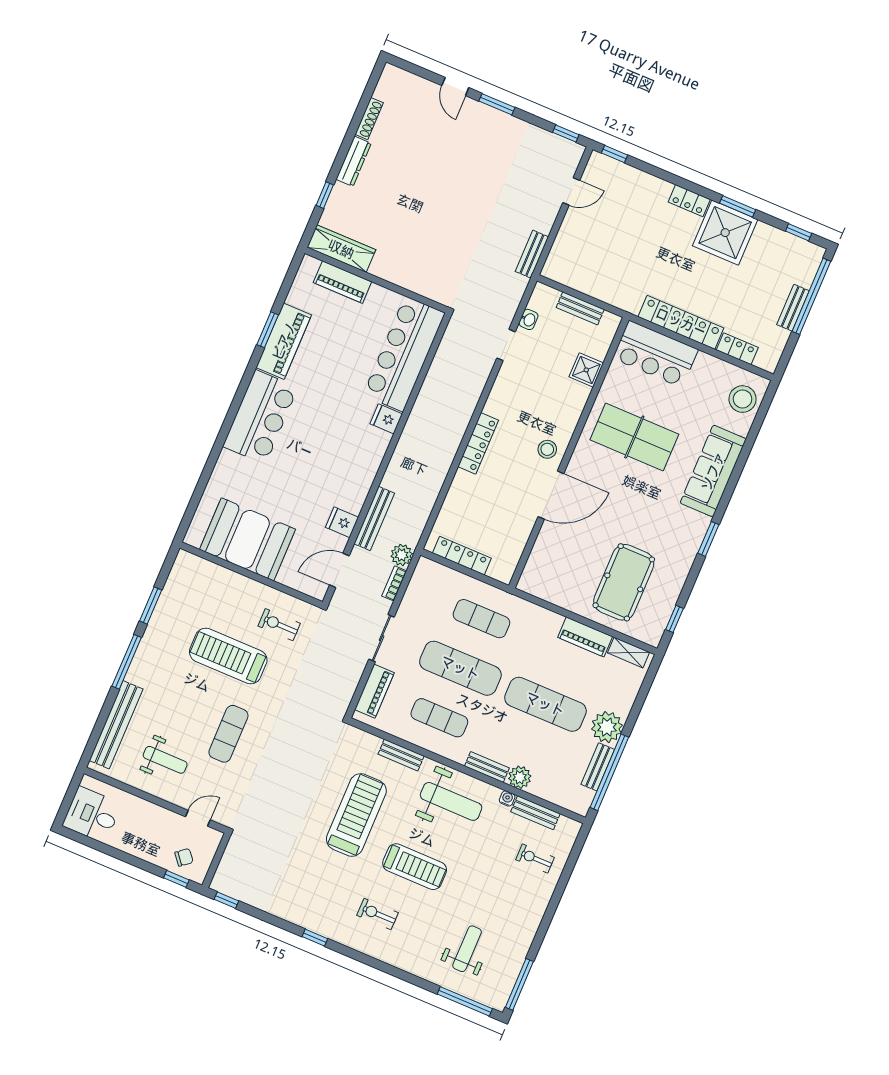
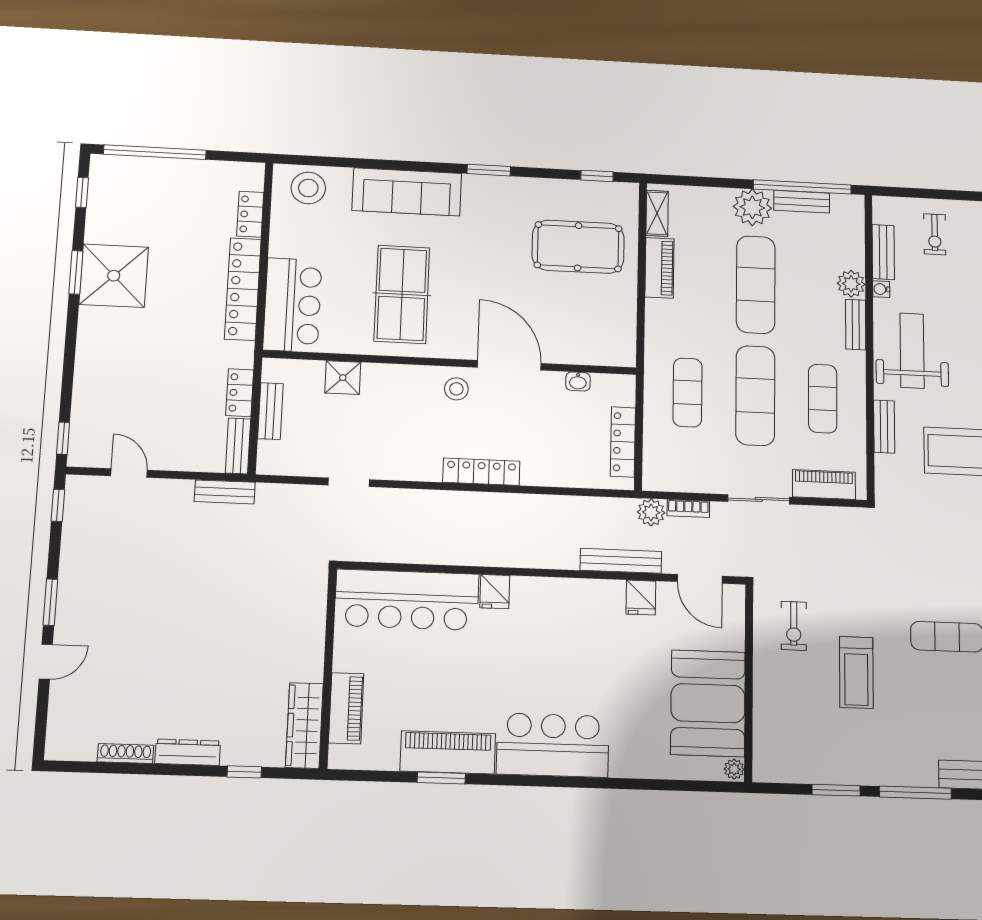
locker: (689, 201) -> (240, 393), moved, turned 180
bench: (793, 308) -> (238, 446), moved, turned 90
washbasin: (528, 319) -> (578, 382), moved, turned 180
plant: (194, 539) -> (734, 769), added
treadmill: (228, 656) -> (856, 672), width x0.73, depth x0.73

